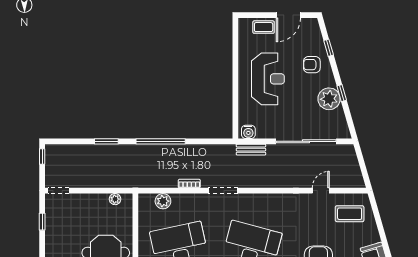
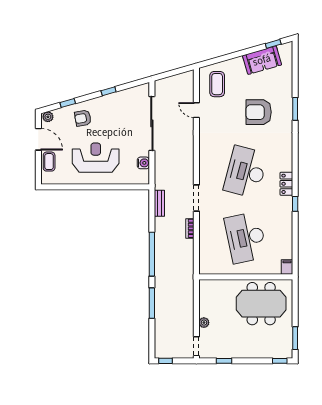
armchair: (312, 65) -> (83, 118), turned 80
plant: (329, 99) -> (48, 117), moved, width x0.53, depth x0.53
water cooler: (248, 132) -> (143, 163), moved
window: (106, 141) -> (152, 303), width x1.44
bench: (251, 150) -> (159, 203), moved
plant: (115, 199) -> (204, 323), moved
plant: (163, 201) -> (206, 252), removed

